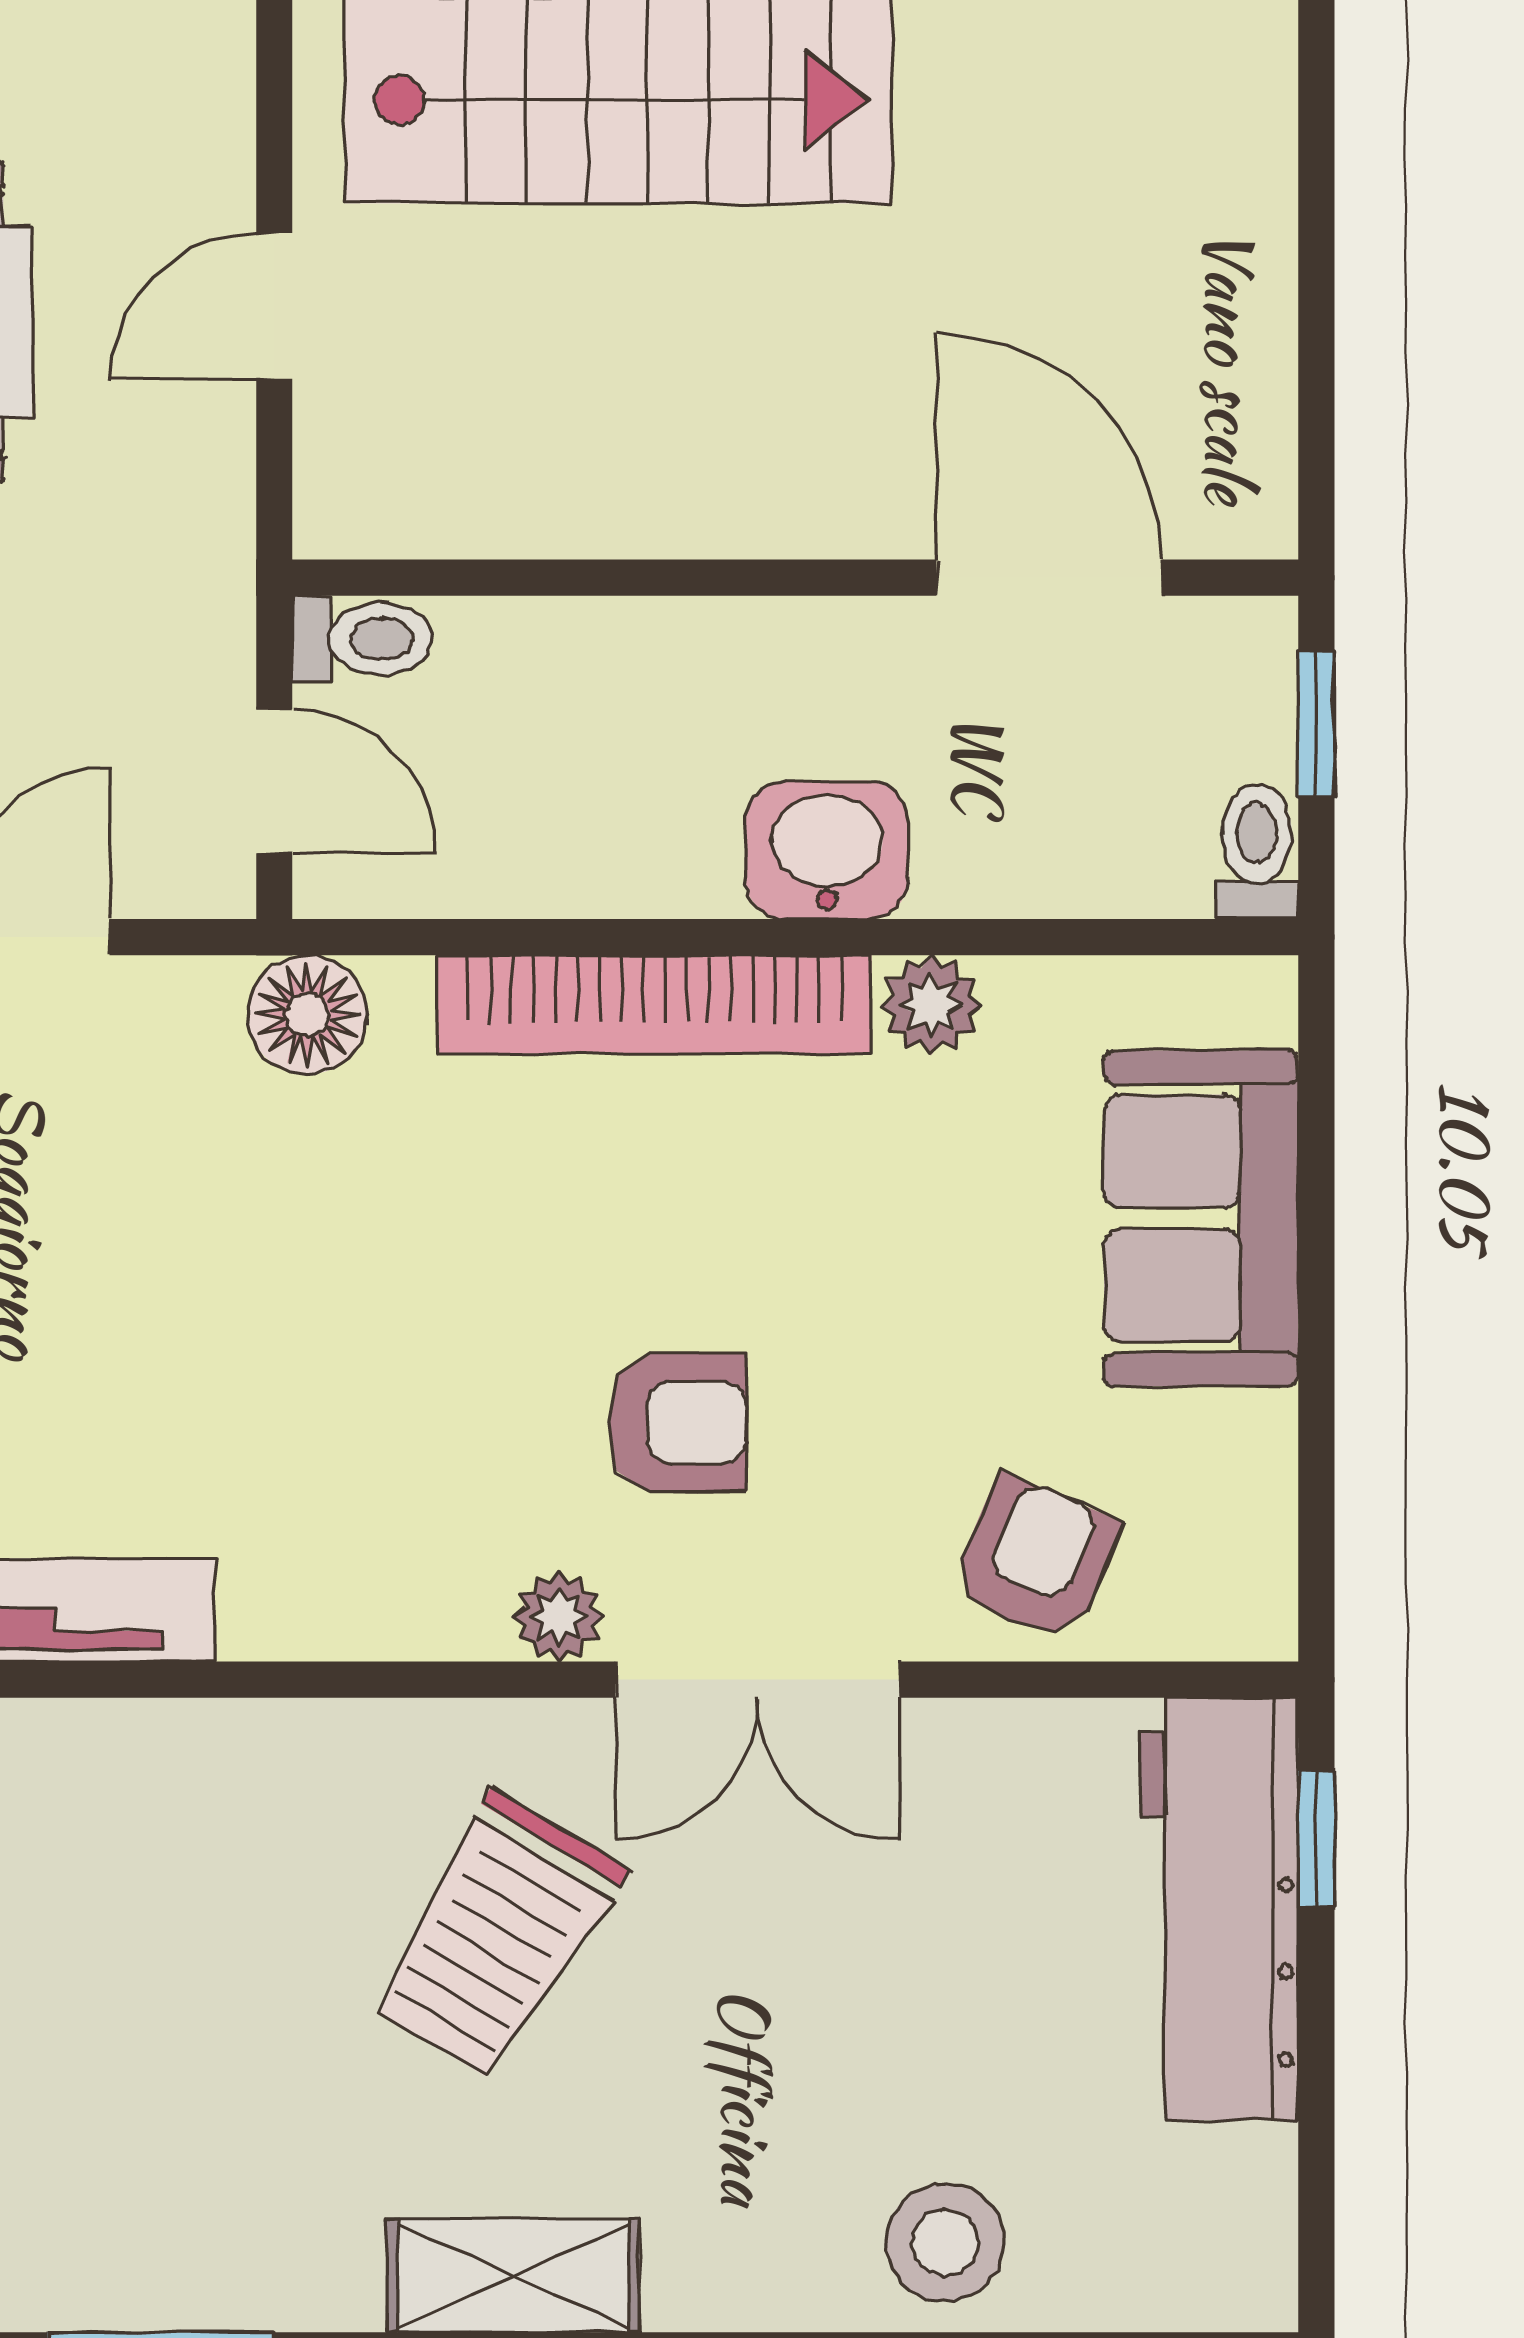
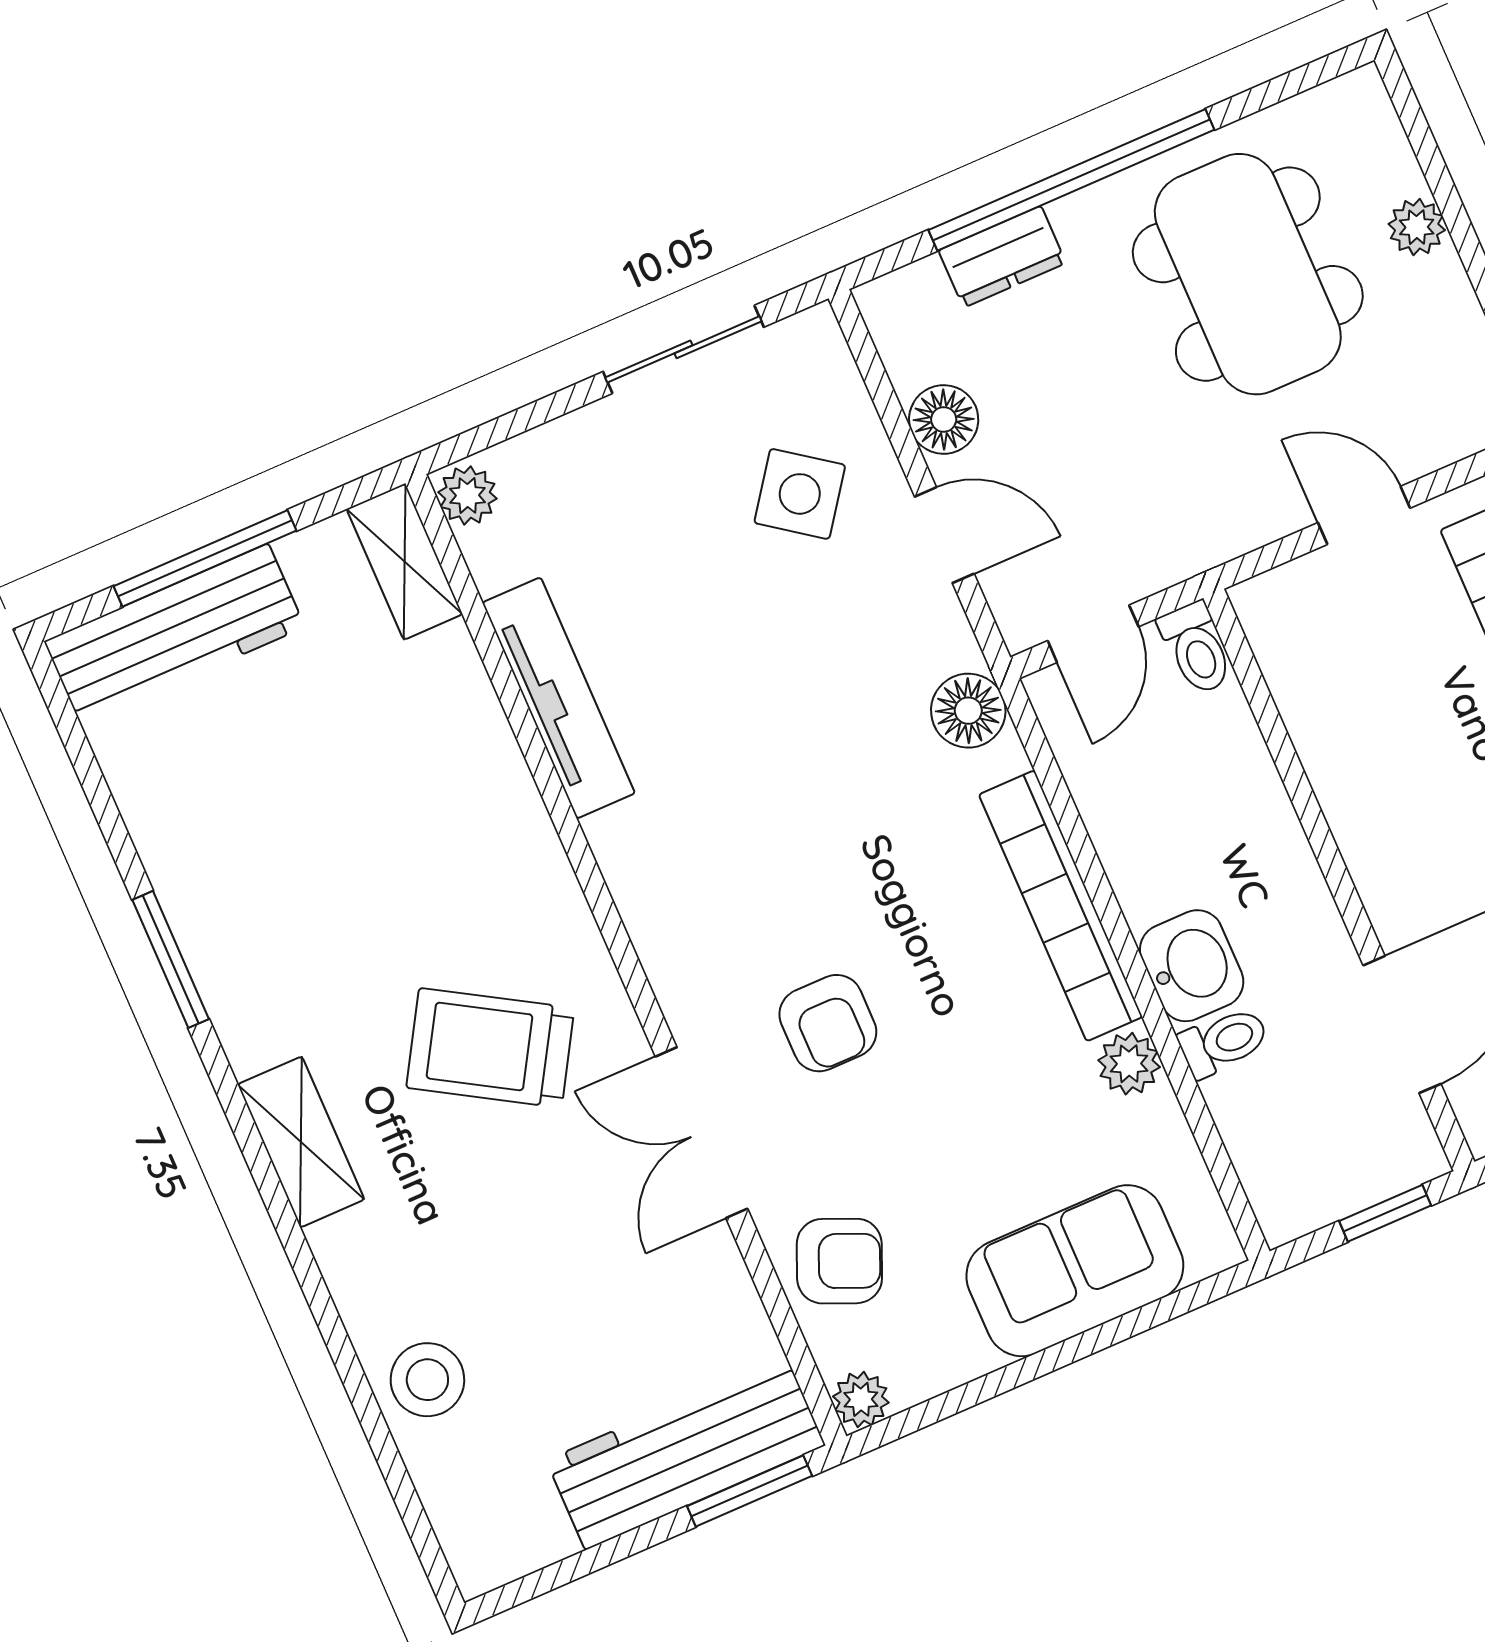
toilet: (1257, 852) -> (1224, 1042), moved
plant: (559, 1616) -> (861, 1399), moved
window: (1316, 1839) -> (750, 1491), width x1.50

